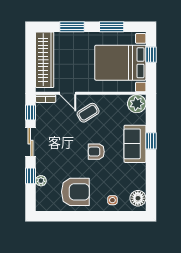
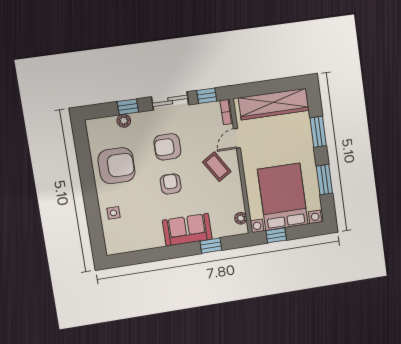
window: (151, 55) -> (276, 235), moved
plant: (137, 104) -> (241, 218), width x0.53, depth x0.53
window: (151, 141) -> (211, 246), moved
armchair: (66, 150) -> (167, 147), added
armchair: (75, 192) -> (117, 166), turned -90
floor lamp: (138, 198) -> (121, 244), removed

